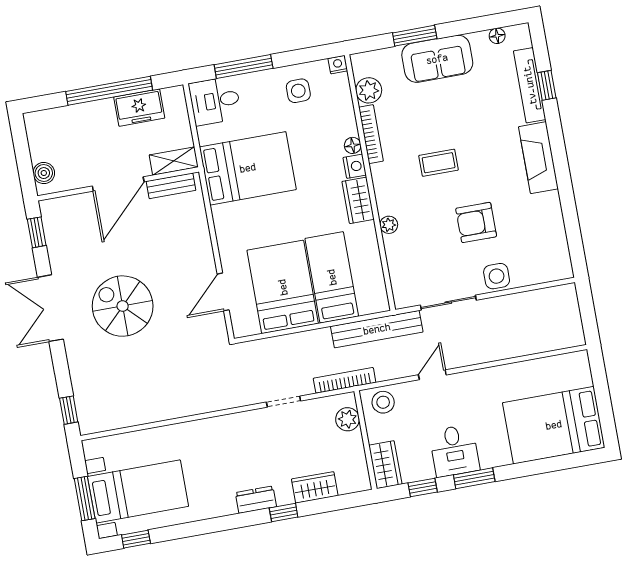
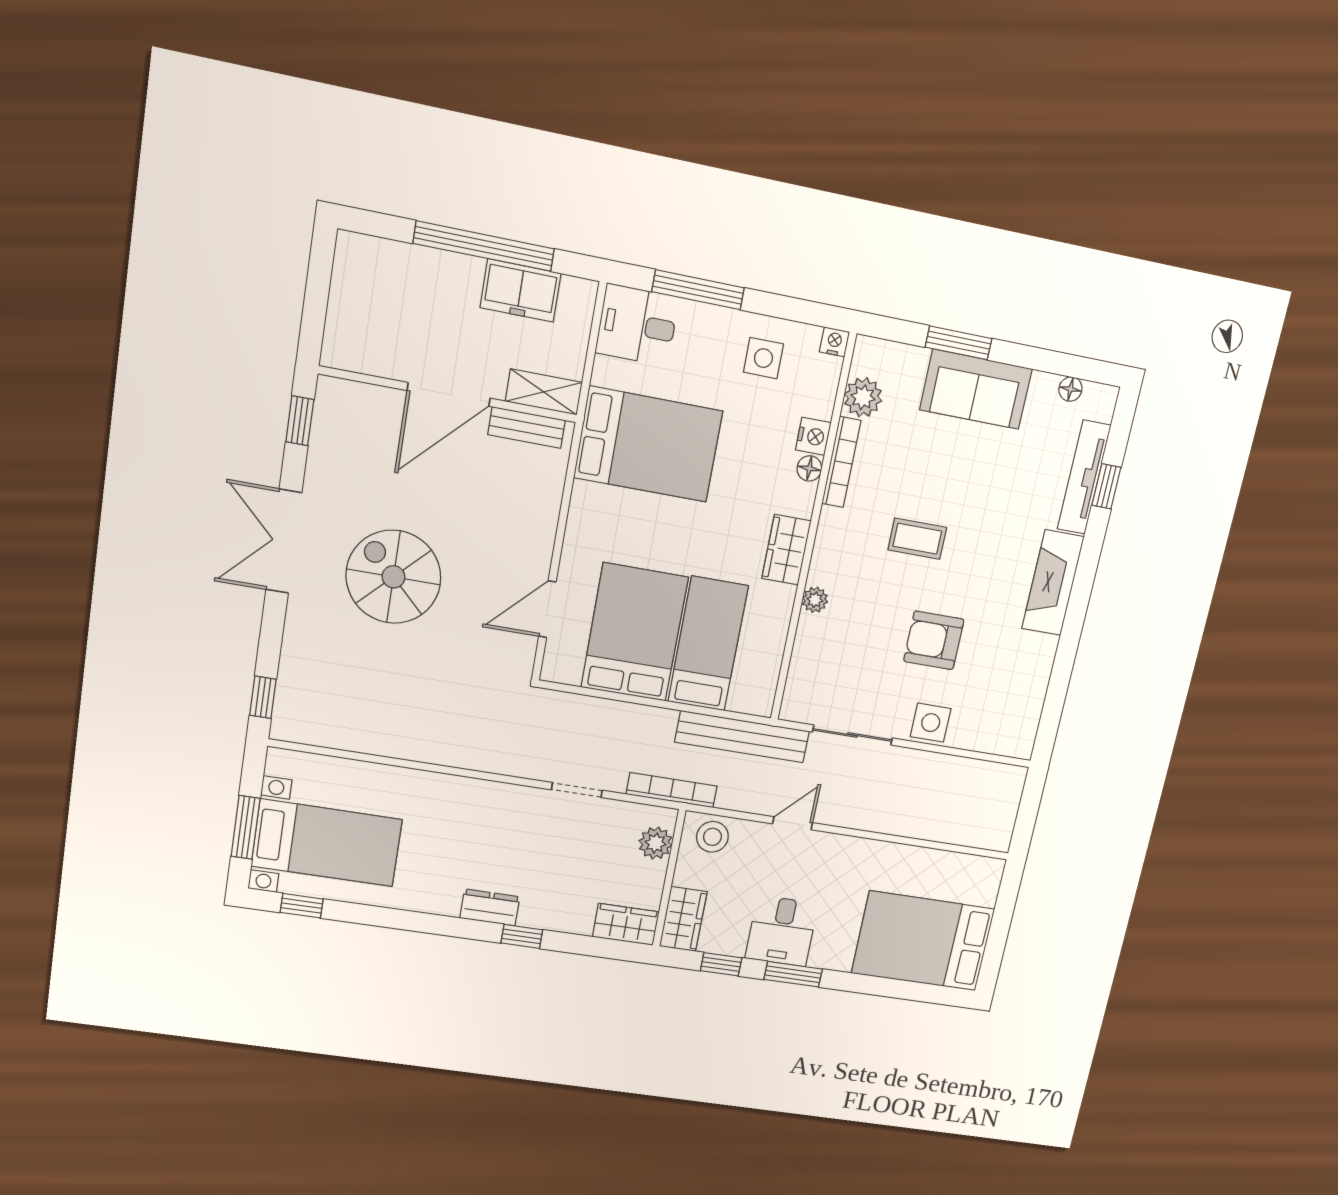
nightstand: (355, 166) -> (813, 436), moved
boiler: (44, 173) -> (340, 334), removed
wardrobe: (315, 487) -> (626, 924), moved

